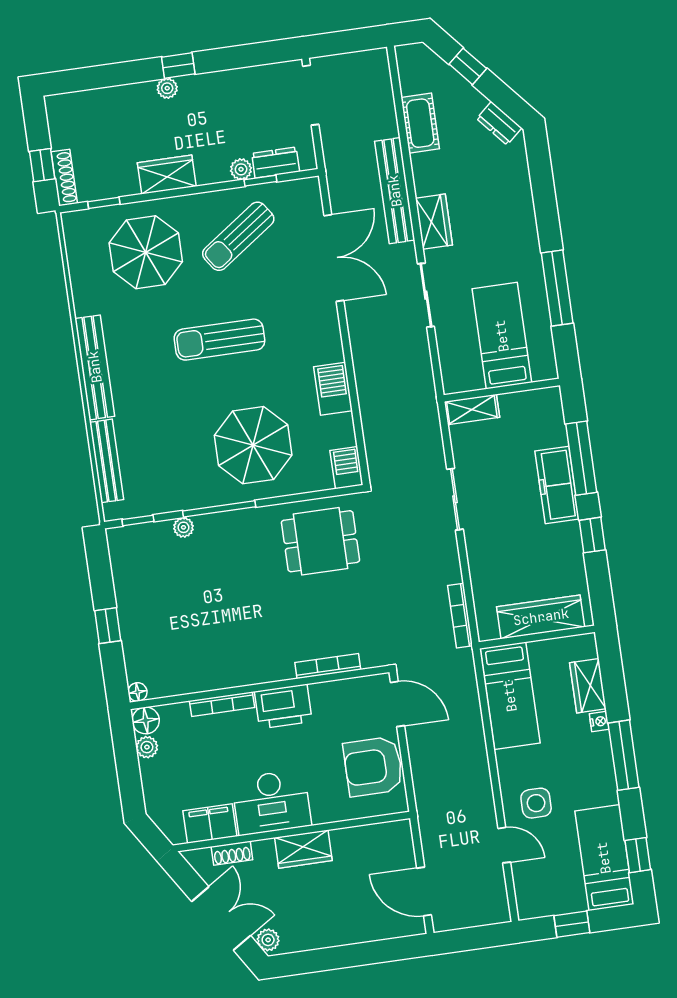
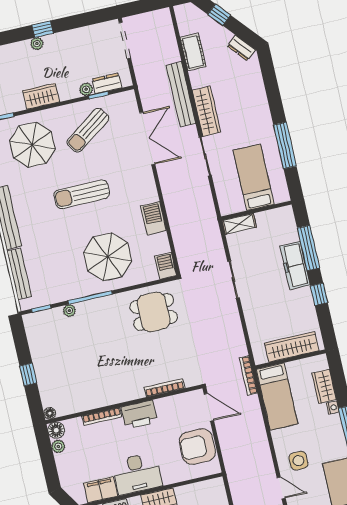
wardrobe: (434, 222) -> (206, 111), width x1.50
bookcase: (460, 616) -> (248, 375), moved

